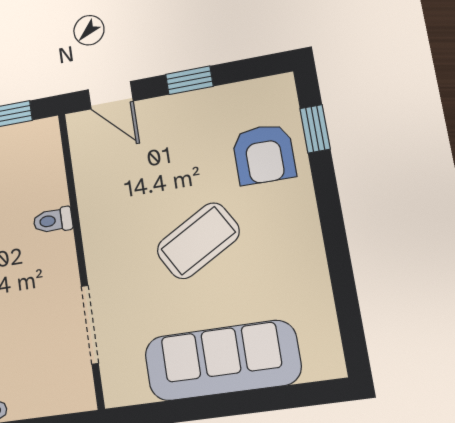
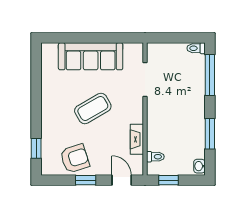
armchair: (264, 154) -> (75, 158), moved, turned 72
fireplace: (89, 189) -> (137, 139), added
toilet: (53, 220) -> (155, 157), moved

